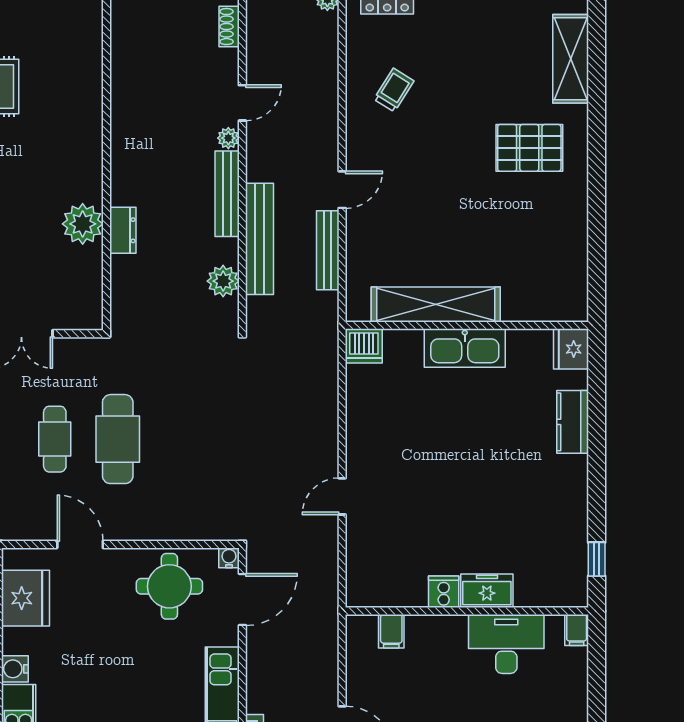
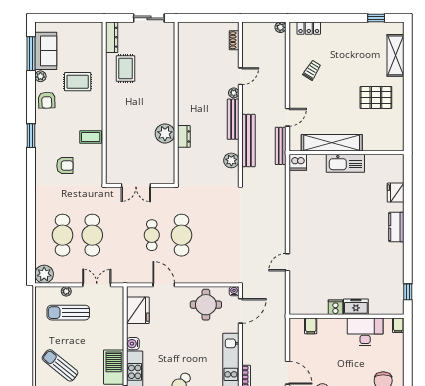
shelving: (436, 305) -> (332, 143), moved
wall: (467, 325) -> (346, 153), moved
dishwasher: (364, 346) -> (298, 162), moved
kitchen sink: (465, 348) -> (345, 163), moved

